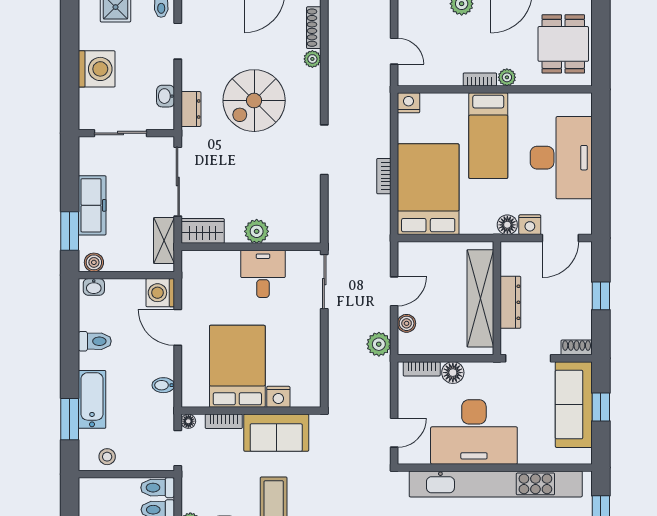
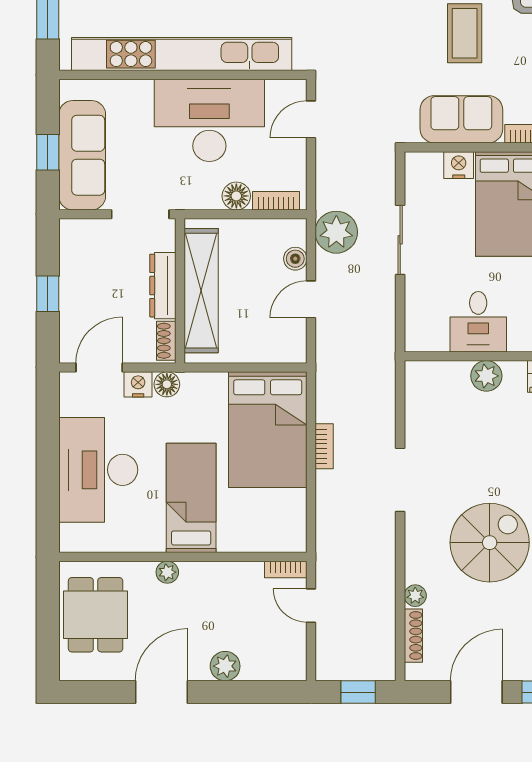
bookcase: (480, 79) -> (286, 570), moved
nightstand: (409, 103) -> (293, 540), removed
sliding door: (324, 282) -> (400, 240), moved
plant: (379, 344) -> (336, 232), width x1.36, depth x1.36
shoe rack: (577, 347) -> (166, 341), moved, turned 90

